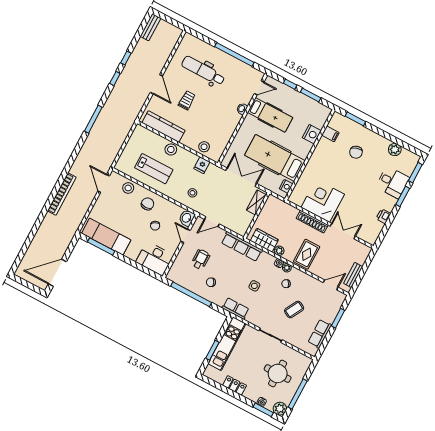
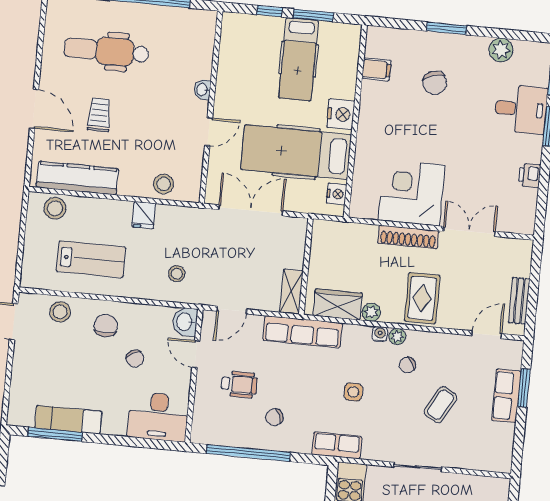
door: (259, 88) -> (209, 132), moved
hospital bed: (270, 115) -> (299, 59), moved, turned 90
window: (355, 119) -> (447, 28), moved
nightstand: (312, 134) -> (341, 114), moved
stool: (171, 149) -> (55, 208), moved
fridge: (202, 165) -> (144, 215), moved
shelving: (256, 202) -> (291, 292), moved
exam couch: (106, 237) -> (68, 420), width x0.73, depth x0.69
wheelchair: (201, 259) -> (239, 384), turned 90
row of seats: (320, 334) -> (506, 396), moved

